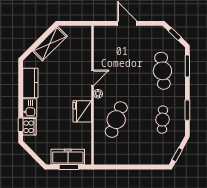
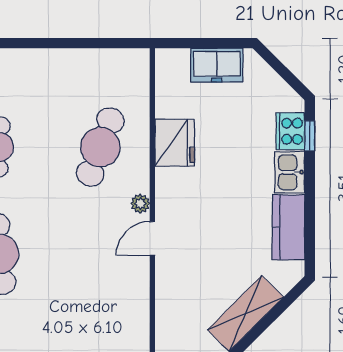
fridge: (82, 111) -> (175, 143), moved
freezer: (68, 157) -> (217, 65), width x0.71
window: (69, 167) -> (204, 43), removed

